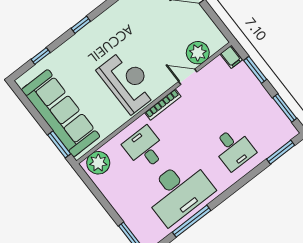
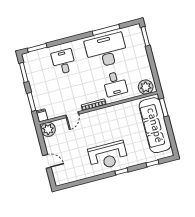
plant: (198, 53) -> (48, 129), moved
door: (188, 77) -> (72, 115), hinge flipped
reception desk: (128, 82) -> (108, 156), moved, turned -90

